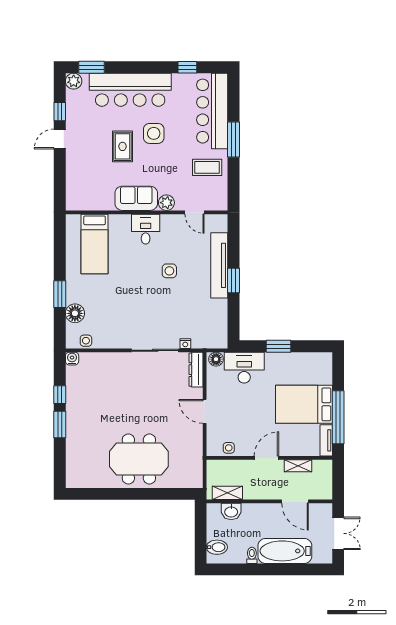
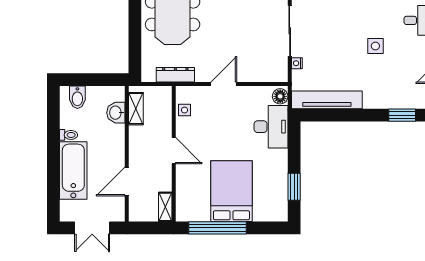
tv unit: (219, 265) -> (327, 100), moved
window: (233, 280) -> (402, 115), moved
window: (278, 346) -> (294, 187), moved
dresser: (196, 370) -> (175, 75), moved
tv unit: (326, 440) -> (193, 215), removed
shelving: (298, 466) -> (165, 207), moved

